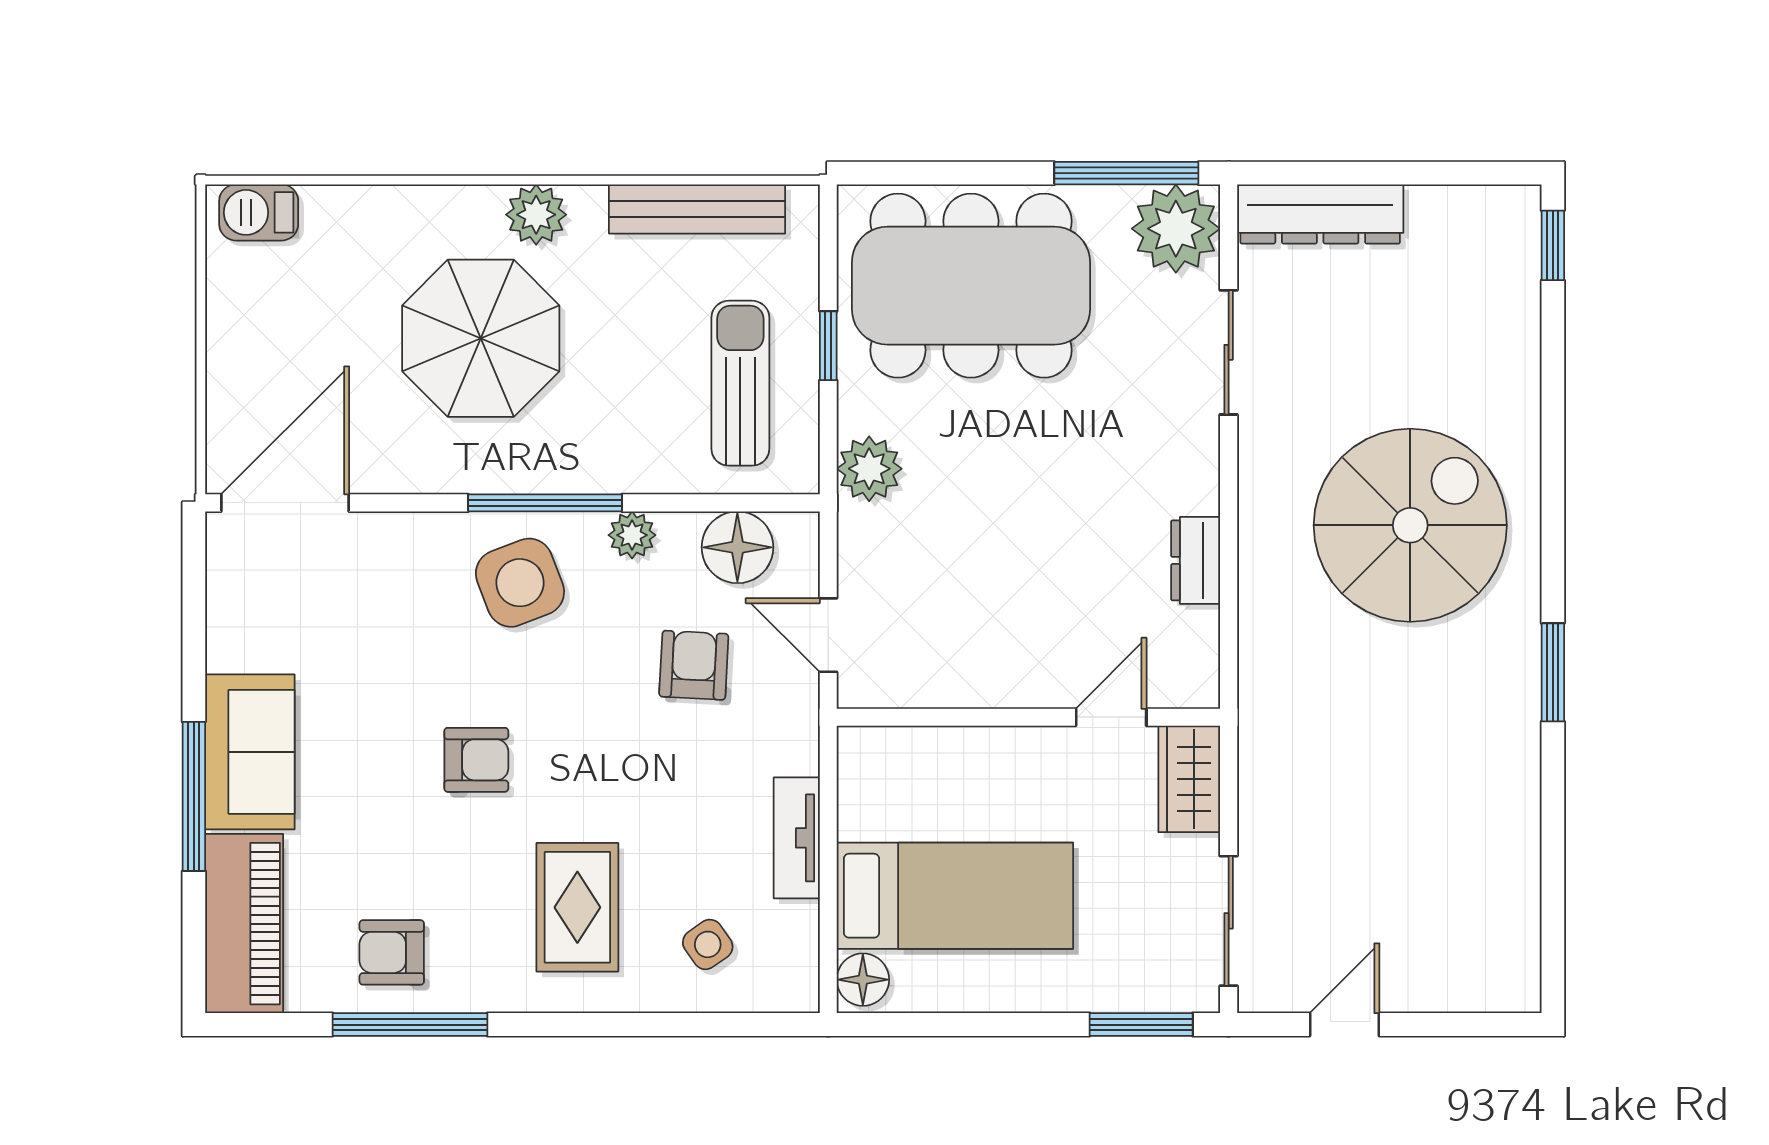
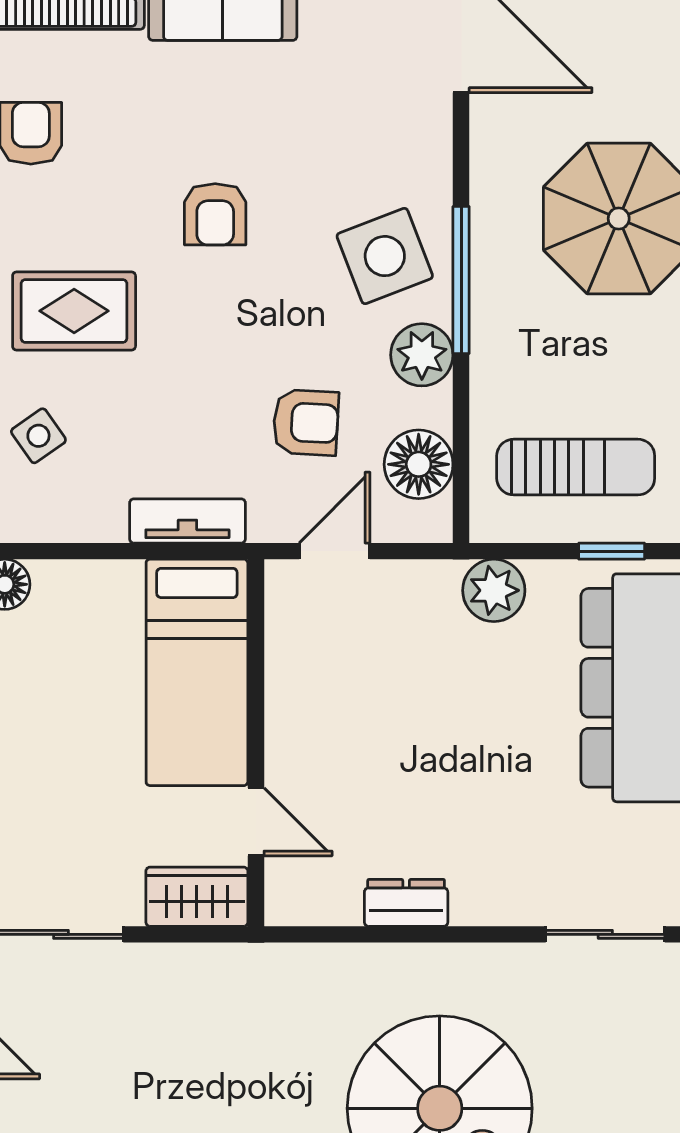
plant: (632, 535) -> (422, 355), width x1.38, depth x1.38
tv unit: (797, 838) -> (187, 521), moved
bed: (955, 896) -> (197, 672), moved

